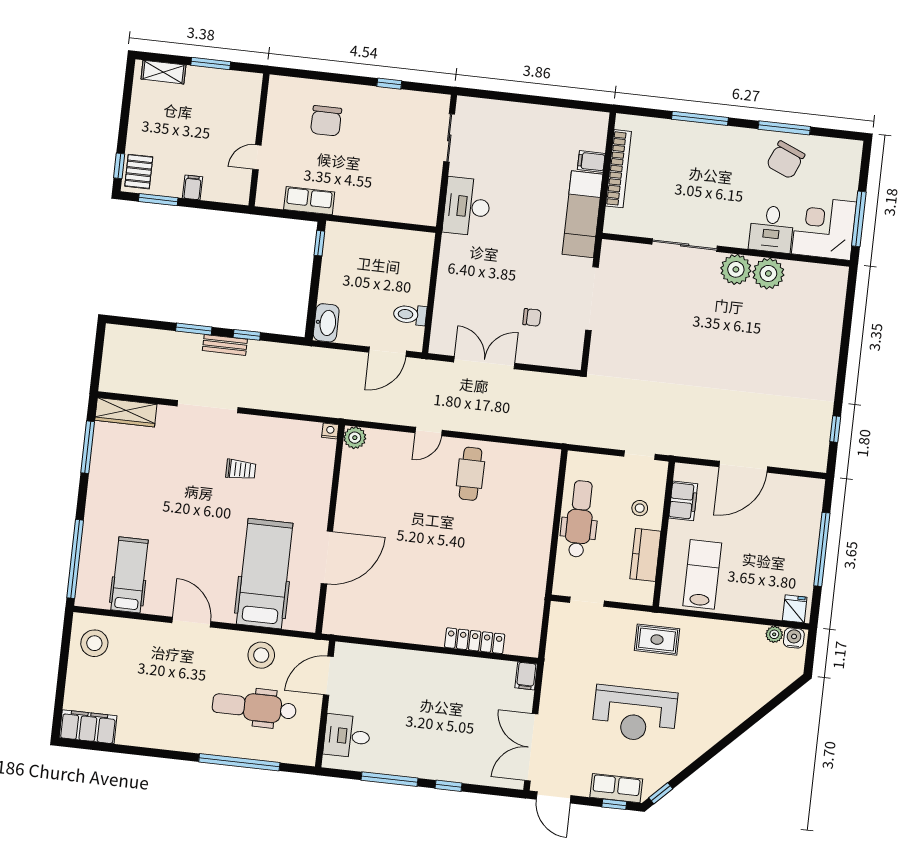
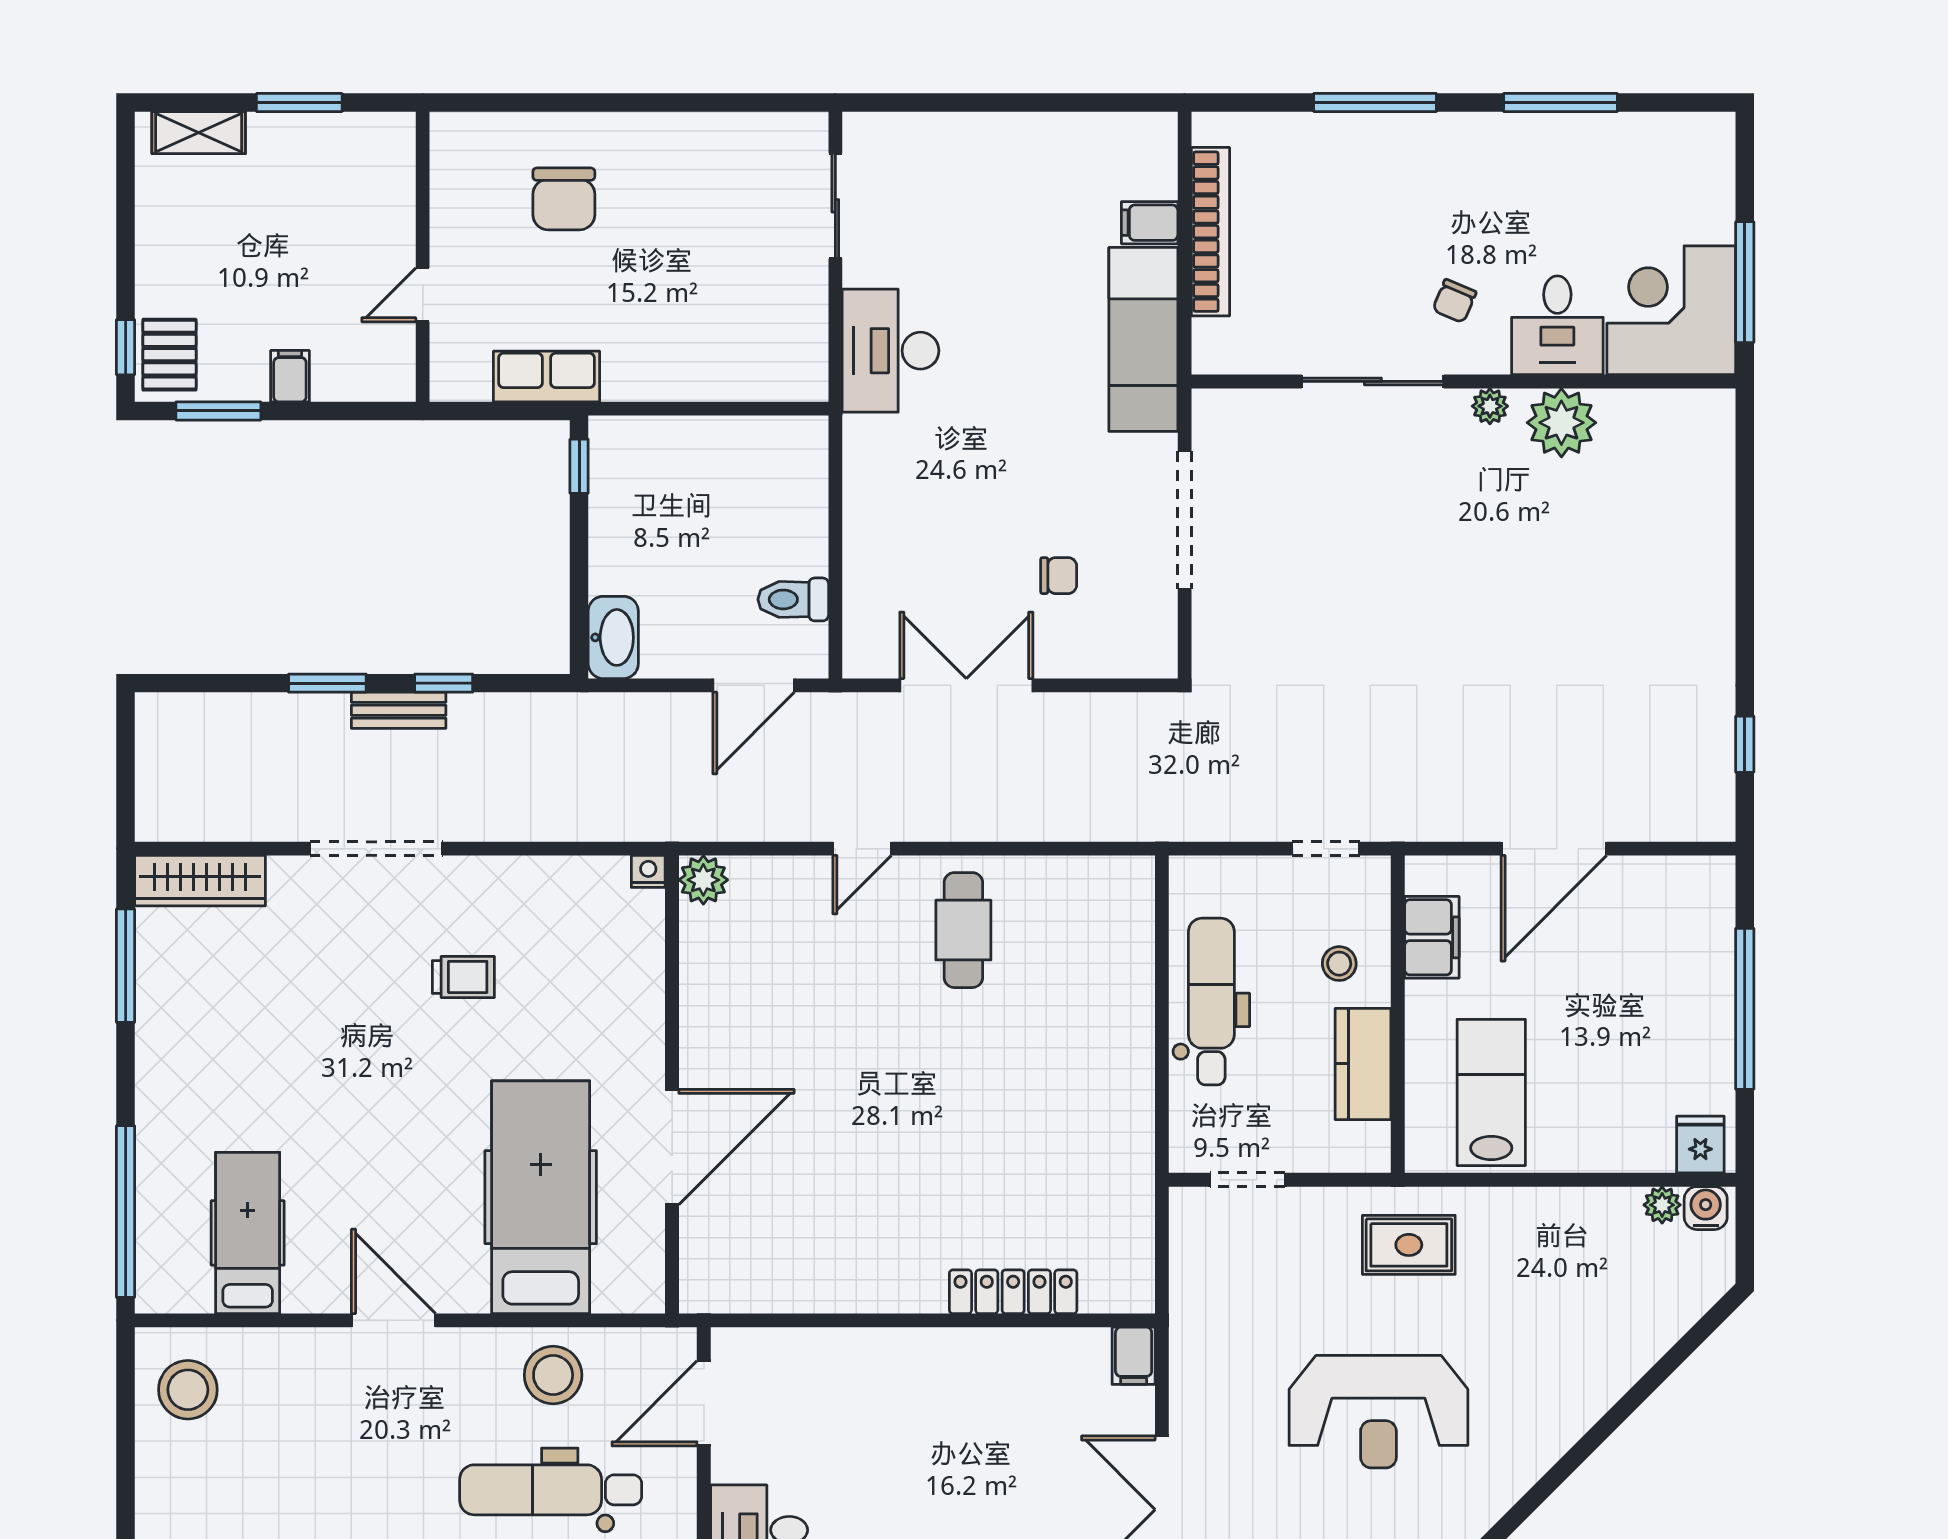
window: (389, 84) -> (692, 103), removed
chair: (786, 160) -> (1454, 301), moved, width x0.54, depth x0.54
plant: (736, 269) -> (1490, 406), width x0.53, depth x0.53

